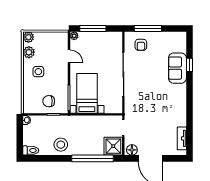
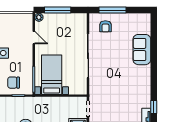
window: (189, 65) -> (154, 107), moved

